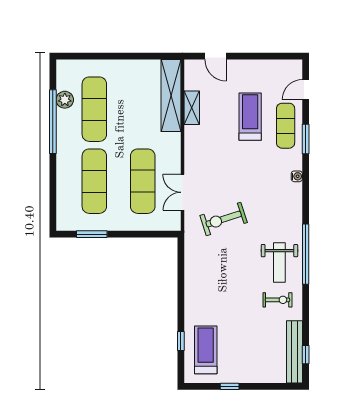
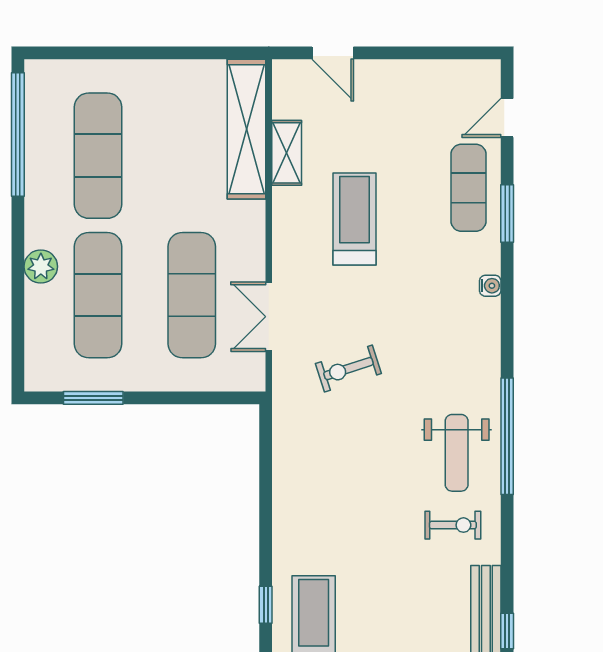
plant: (65, 100) -> (41, 267), moved
treadmill: (250, 117) -> (354, 219), moved
window: (53, 122) -> (18, 134), moved
exercise bike: (224, 219) -> (348, 369), width x0.73, depth x0.72

